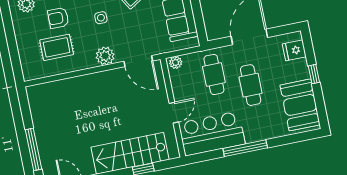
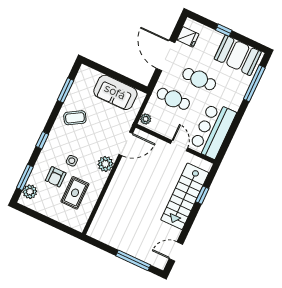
side table: (101, 18) -> (72, 161), moved
fridge: (294, 50) -> (188, 37), moved, turned -90
window: (245, 148) -> (254, 83), moved

